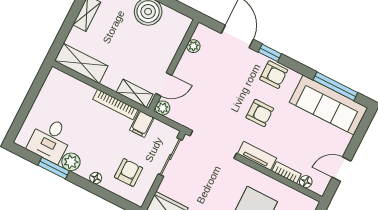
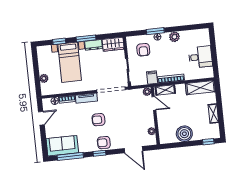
window: (270, 53) -> (100, 153), moved
door: (164, 84) -> (154, 103), swing flipped
sofa: (329, 105) -> (62, 146), width x0.73
desk: (50, 140) -> (200, 57), moved, turned 90
window: (54, 168) -> (155, 31), moved

